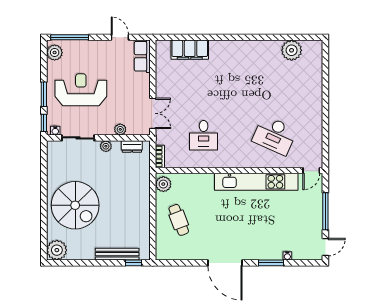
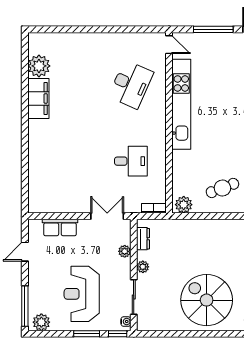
filing cabinet: (190, 50) -> (38, 98), moved
row of seats: (142, 56) -> (60, 227), moved
spiral stairs: (75, 205) -> (207, 300), turned -90

